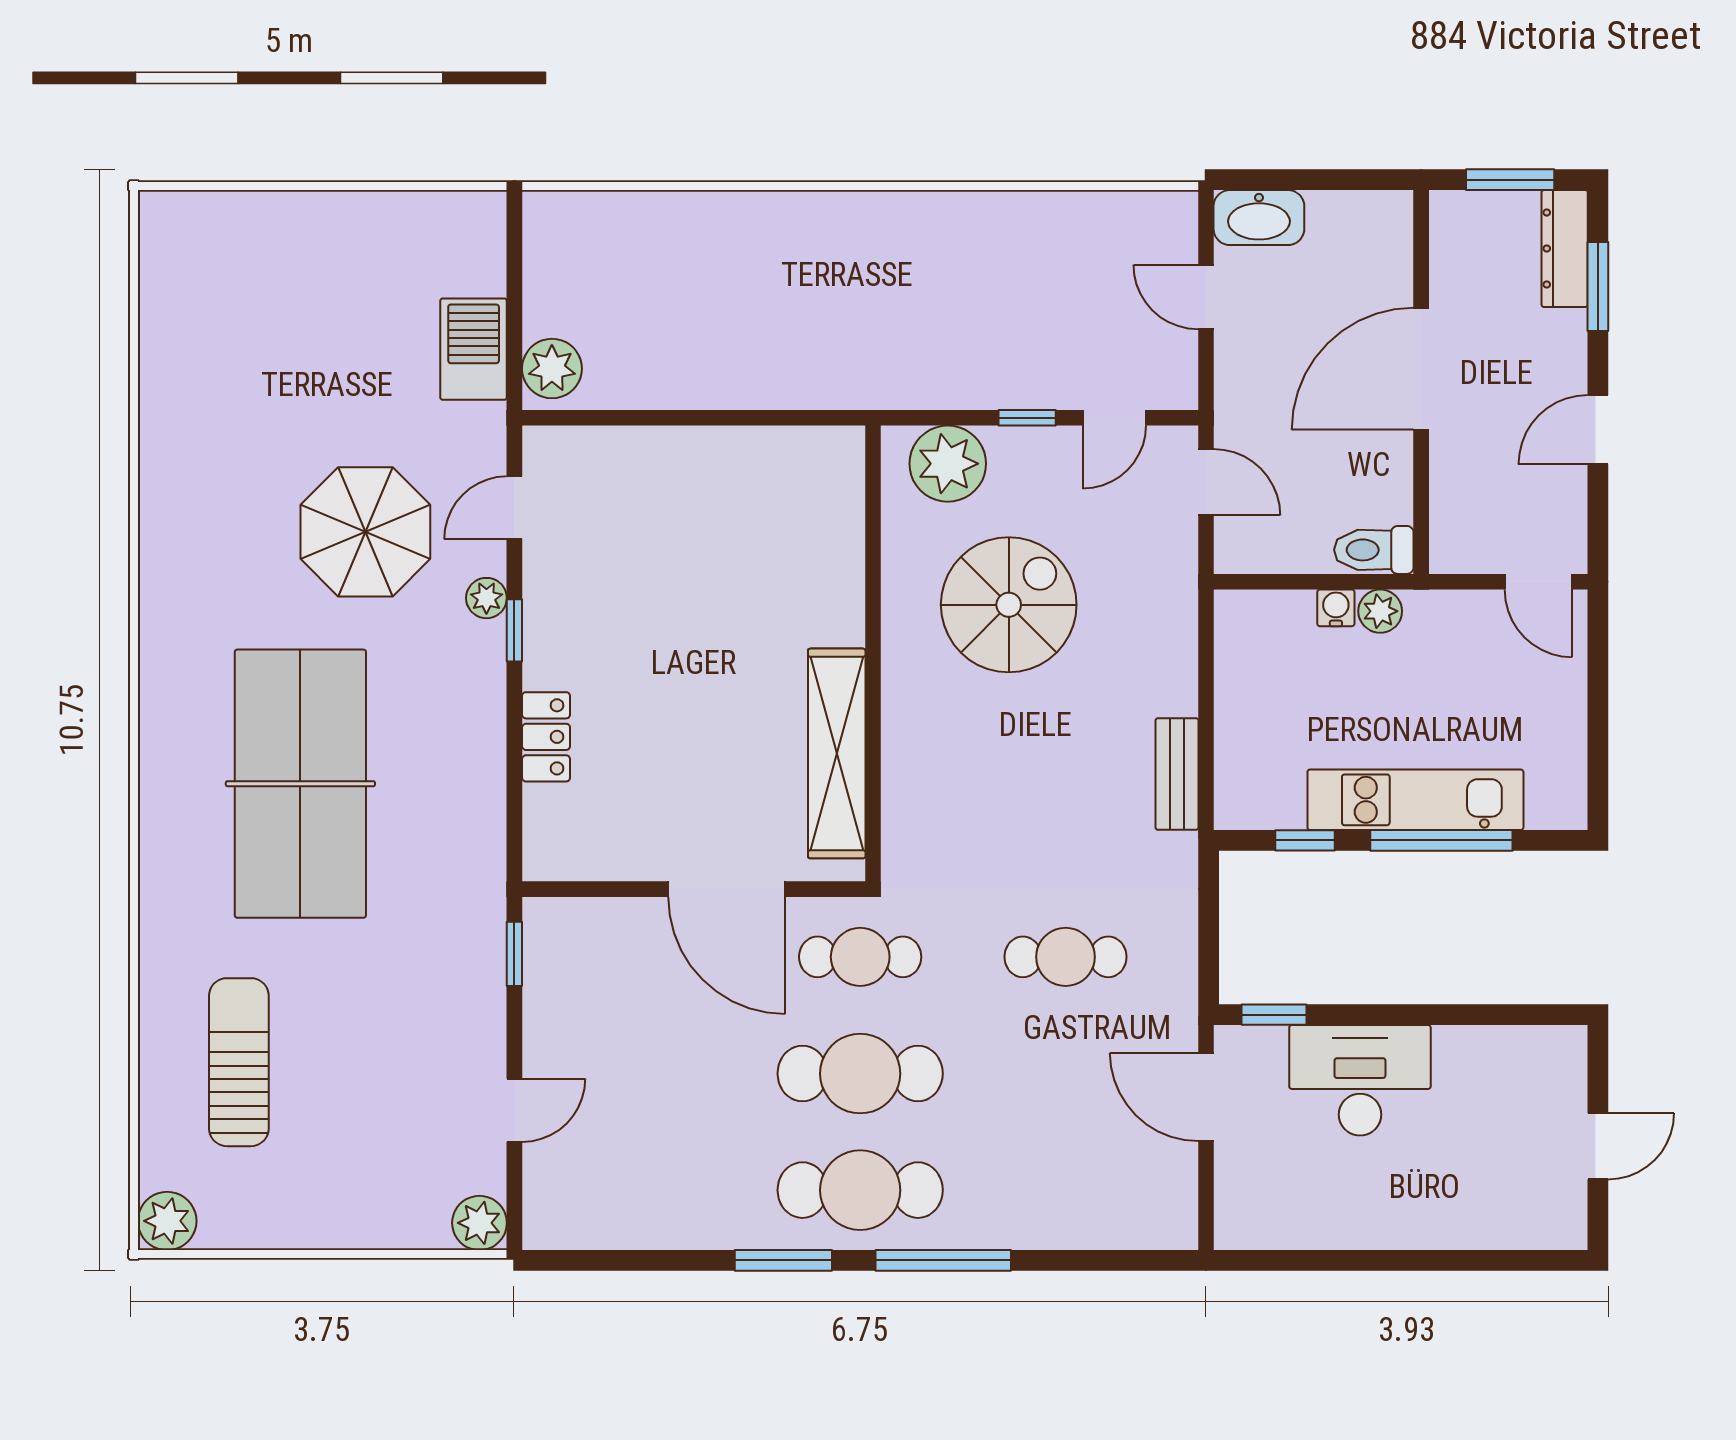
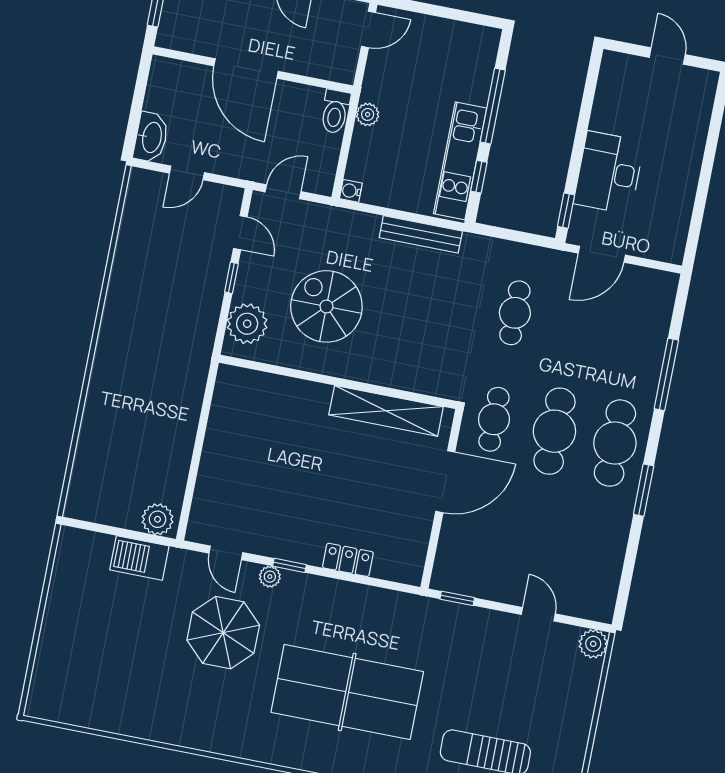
water cooler: (1336, 608) -> (351, 191), moved
bench: (1177, 774) -> (421, 234), width x1.36
kitchen unit: (1415, 800) -> (460, 161), moved
window: (943, 1260) -> (666, 374), moved

